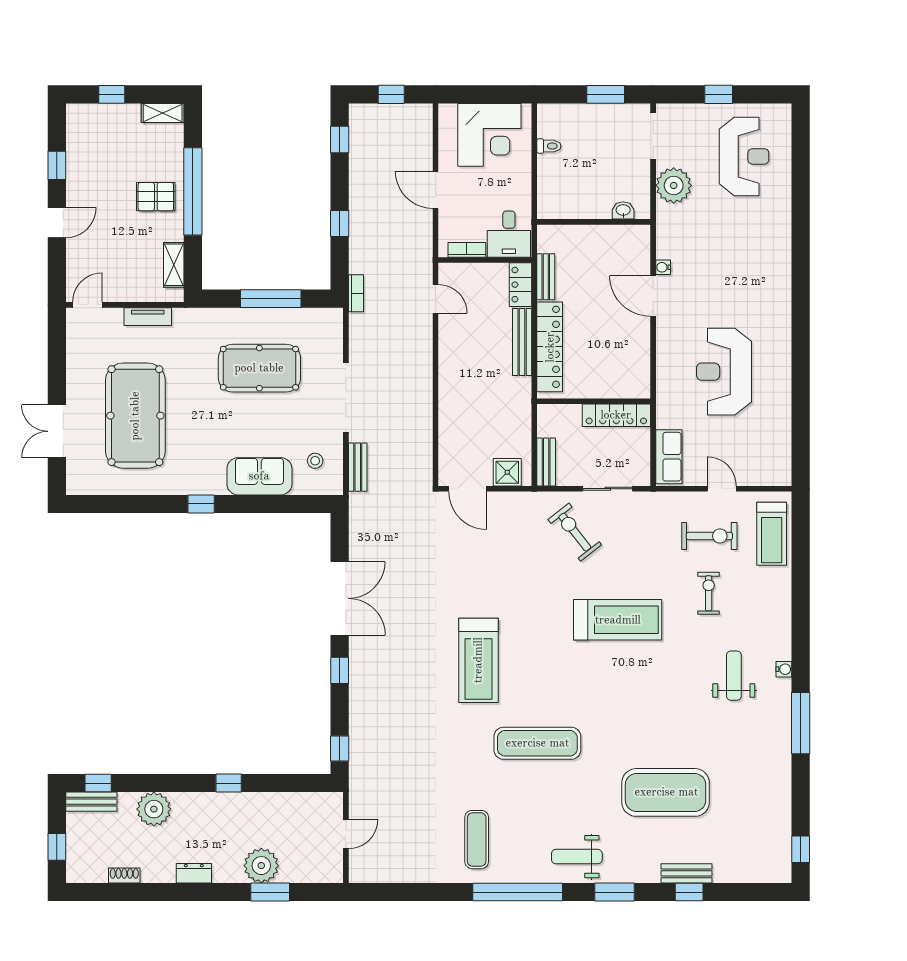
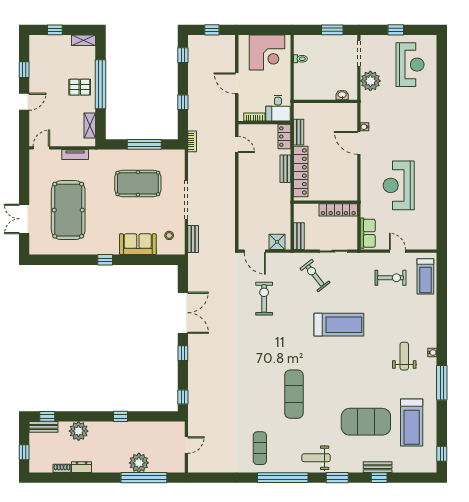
bench: (522, 342) -> (285, 169), width x0.73
exercise bike: (709, 593) -> (264, 299), moved, width x1.38, depth x1.39
treadmill: (478, 660) -> (412, 423), moved
exercise mat: (537, 743) -> (294, 394), turned 90
dresser: (194, 873) -> (81, 467), moved
window: (270, 892) -> (144, 478), width x2.11

